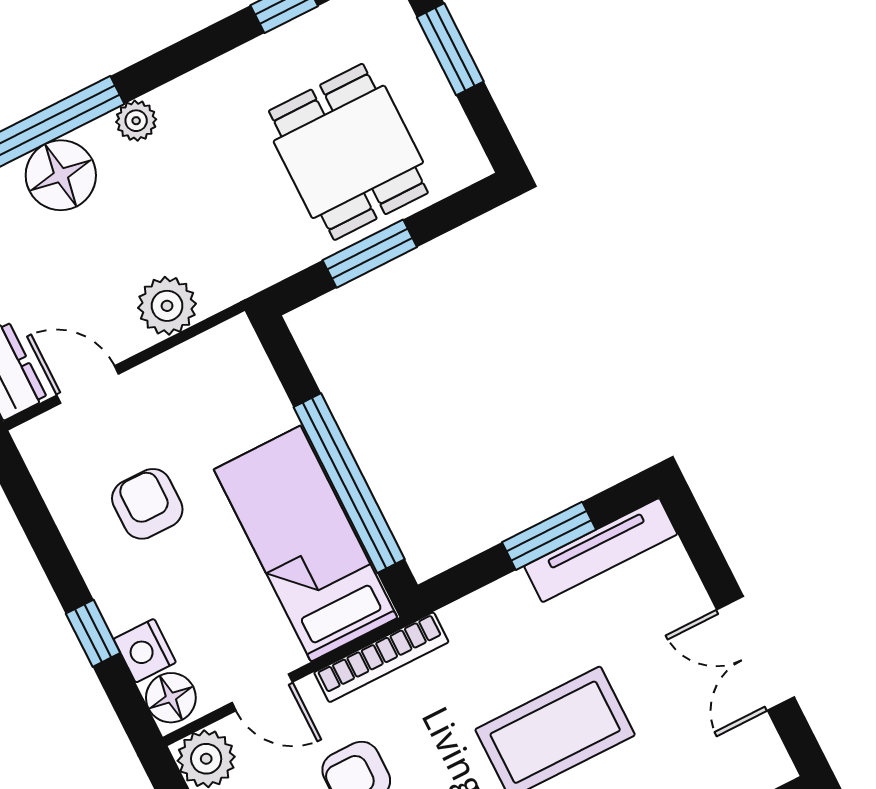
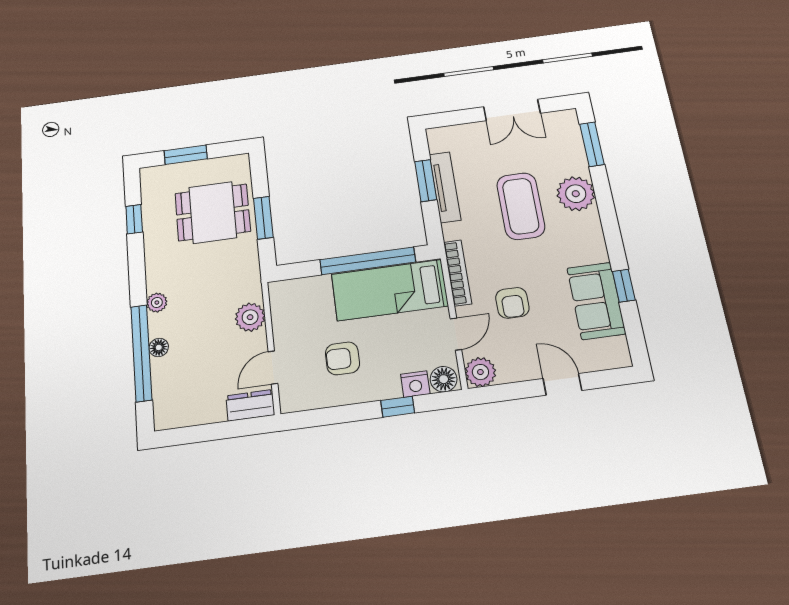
floor lamp: (61, 175) -> (159, 347), width x0.53, depth x0.53
tv unit: (601, 550) -> (445, 187), moved

